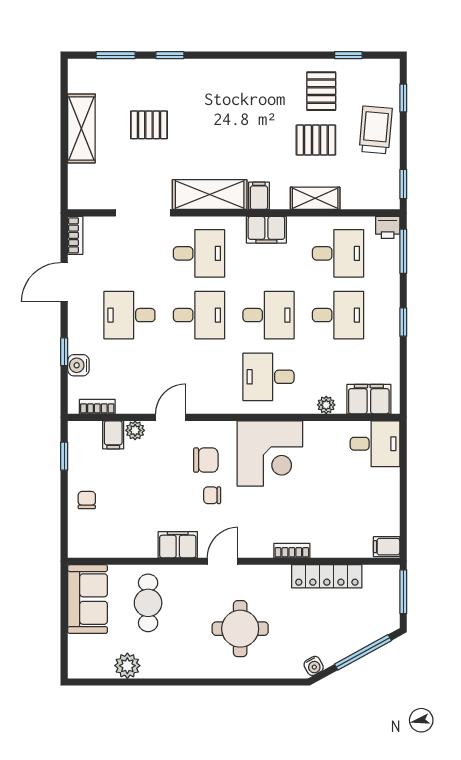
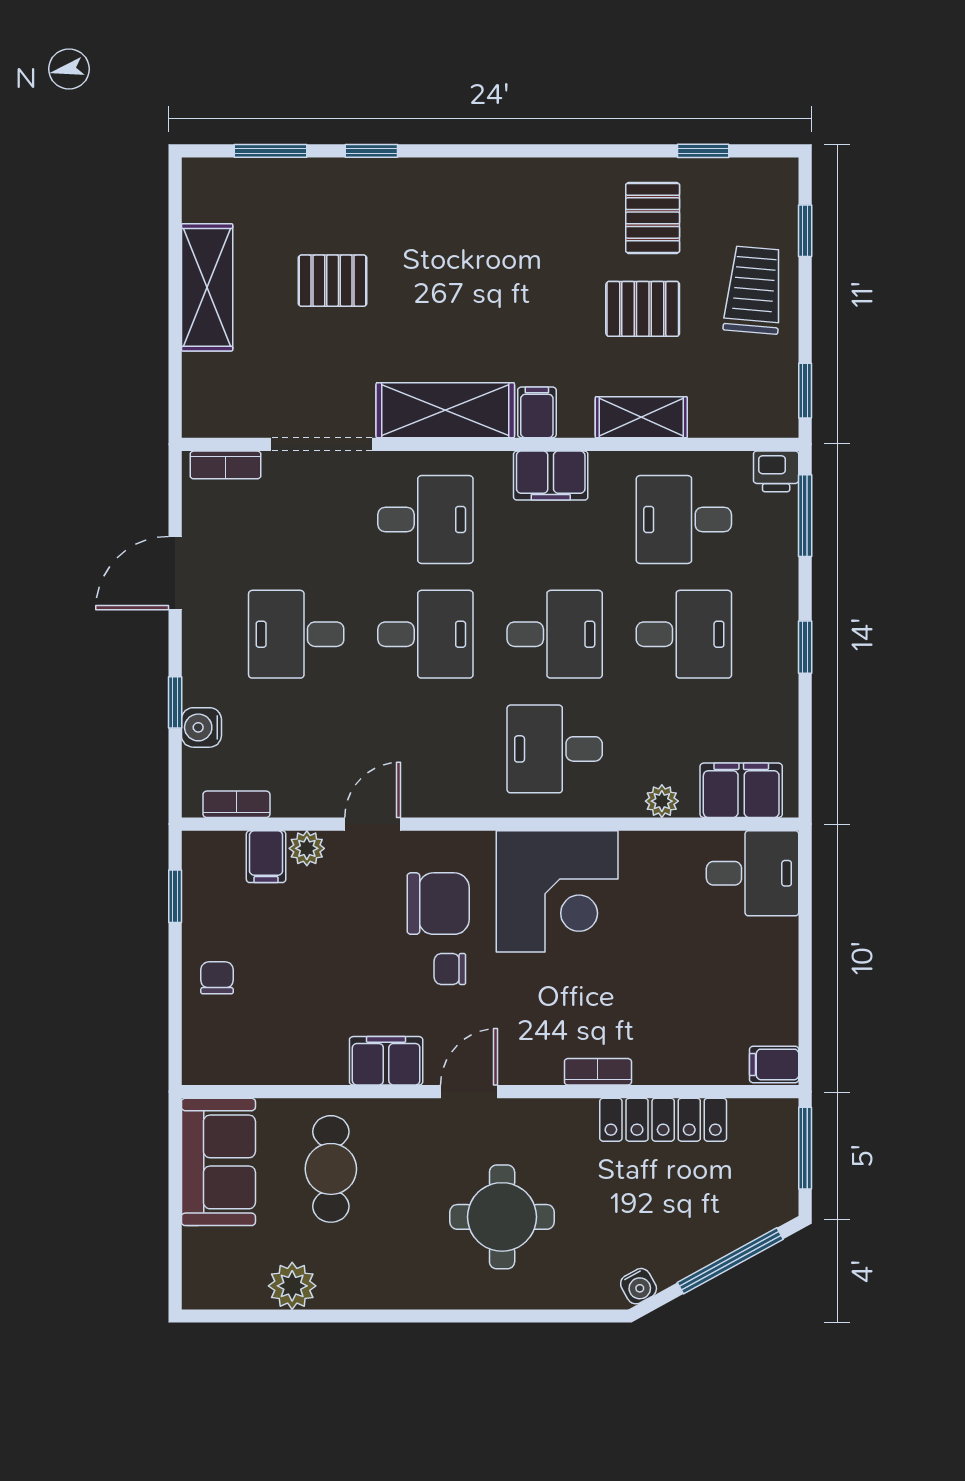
bookcase: (75, 235) -> (225, 465), moved, turned 90
desk: (338, 253) -> (684, 520), turned 180
chair: (206, 460) -> (438, 904), width x1.37, depth x1.37

